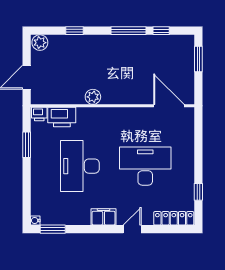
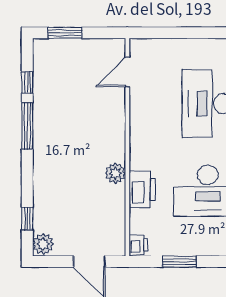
window: (75, 31) -> (27, 219), moved
door: (169, 106) -> (127, 72), width x0.73
printer: (62, 117) -> (142, 189), moved

